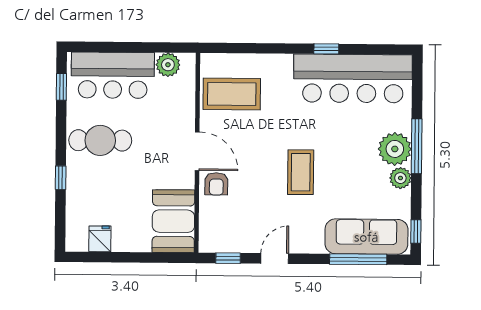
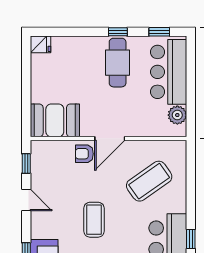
coffee table: (232, 94) -> (149, 181), moved, turned 55
coffee table: (301, 172) -> (94, 220), turned 90
window: (61, 178) -> (118, 32), moved
fridge: (100, 239) -> (40, 44), moved

